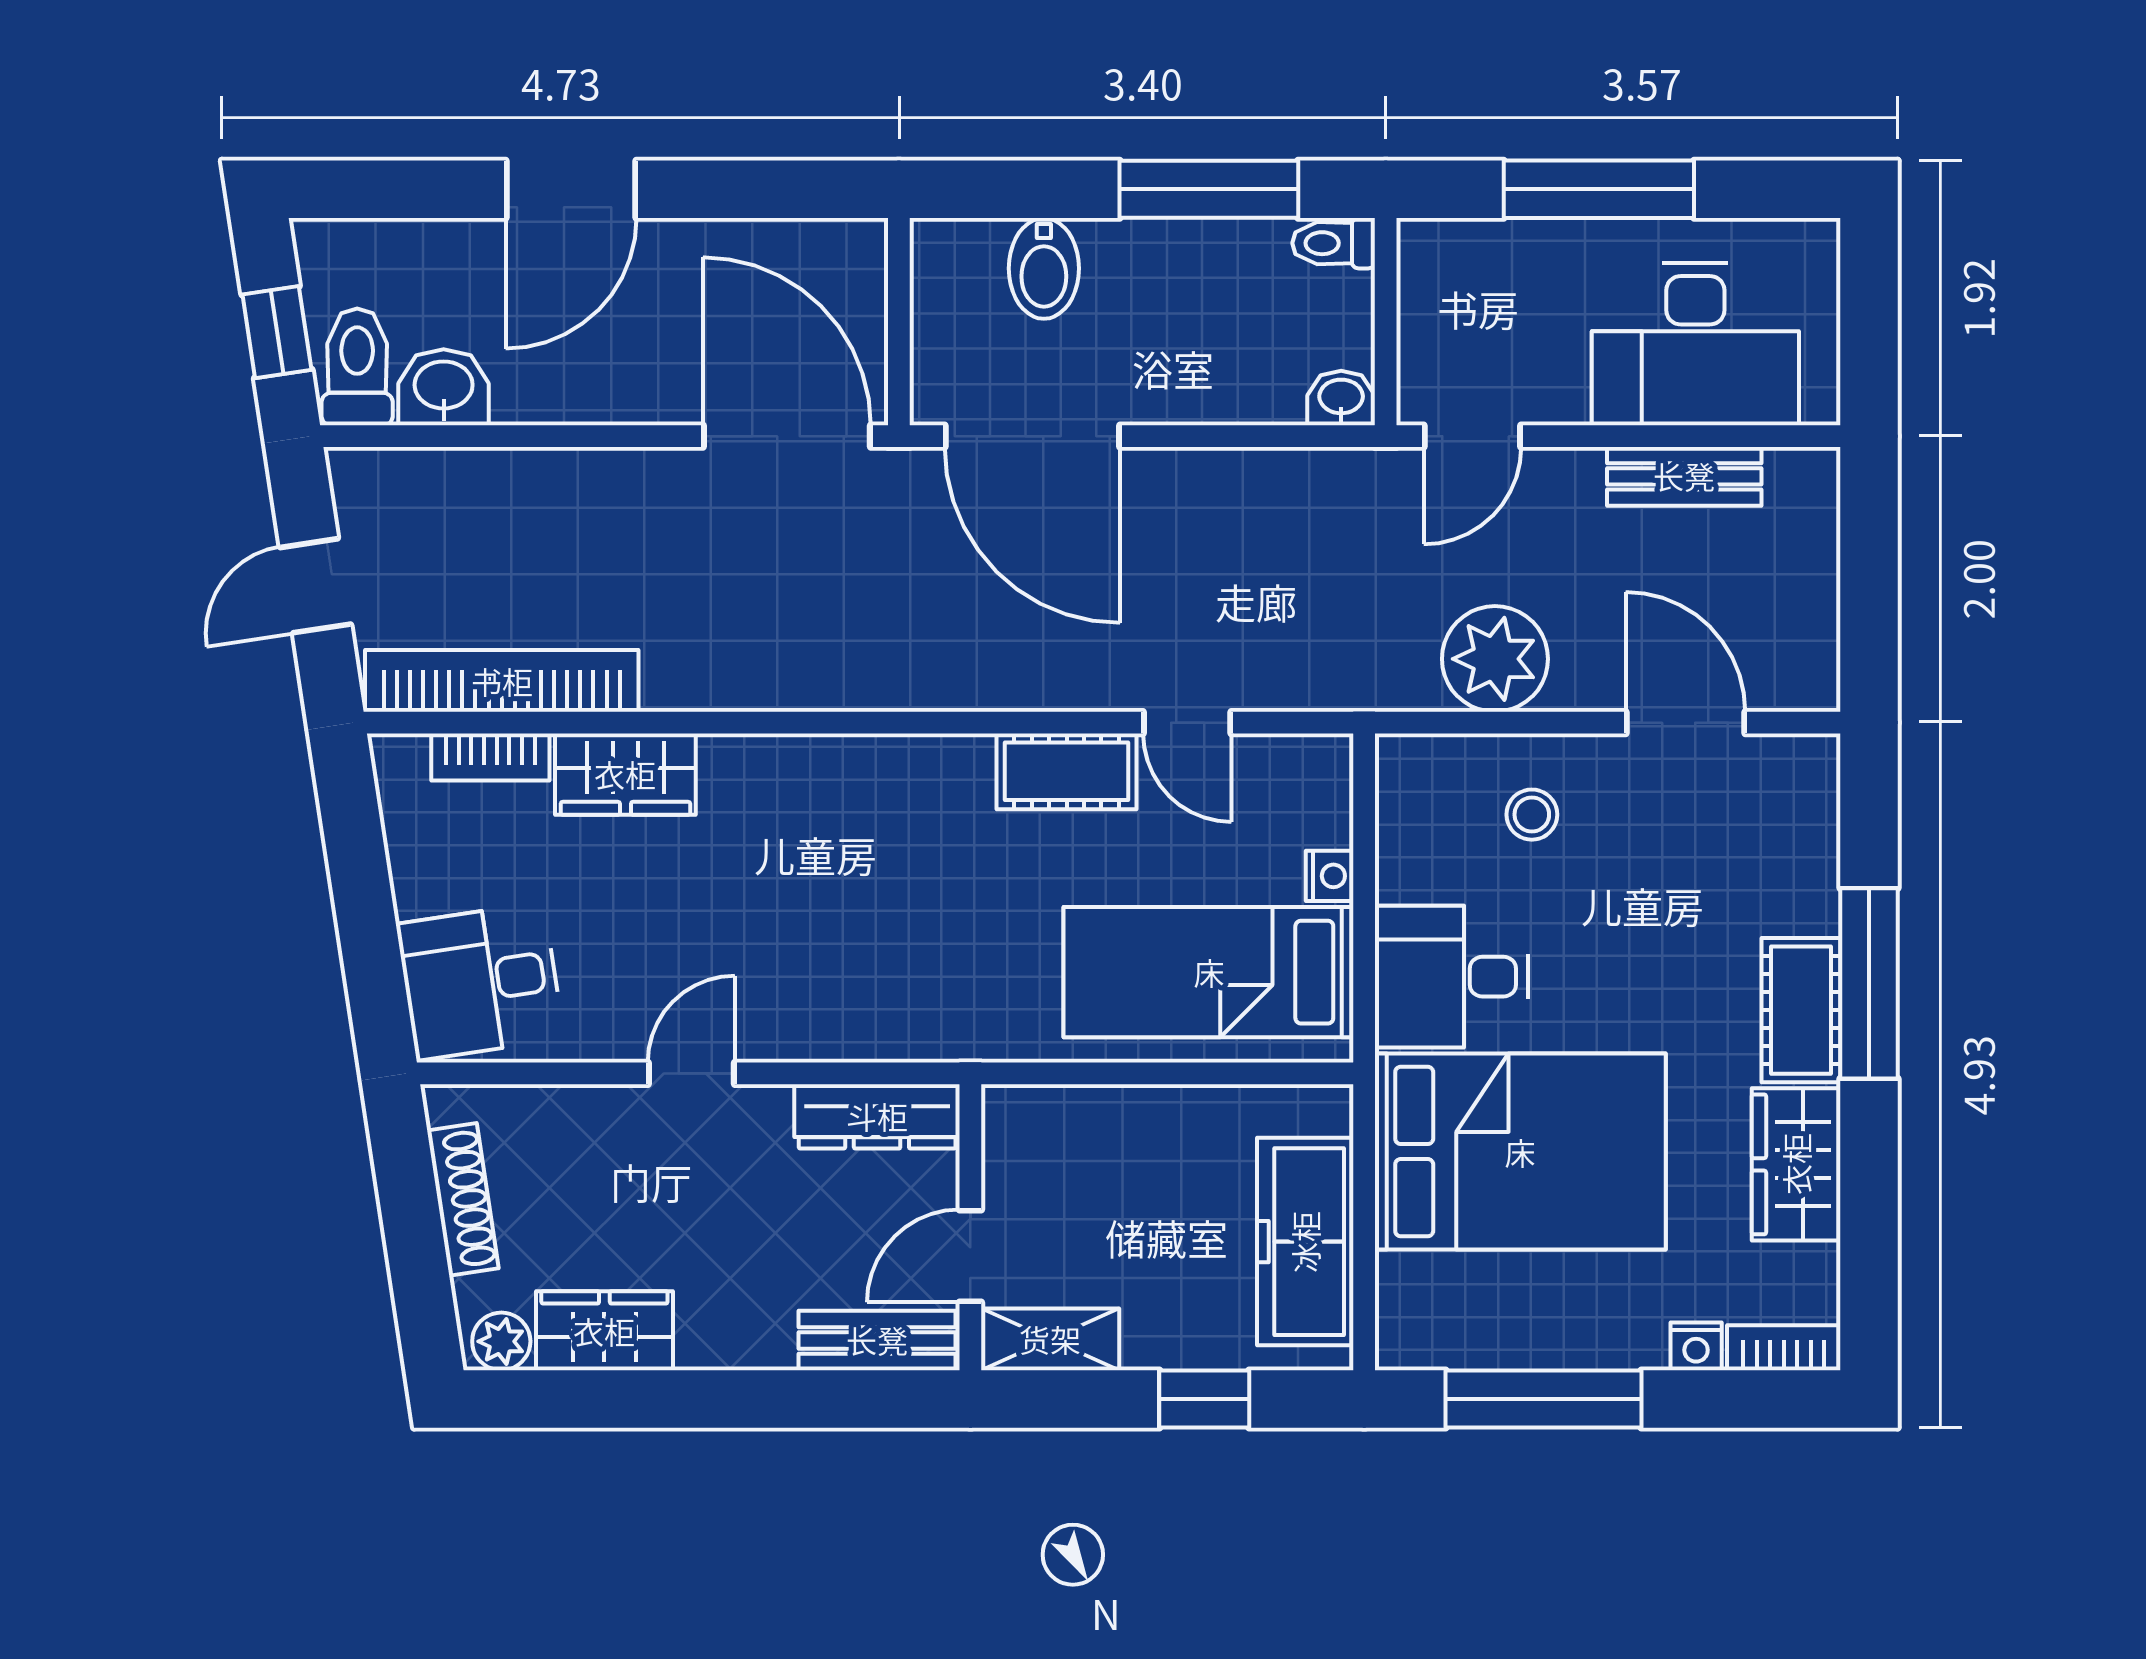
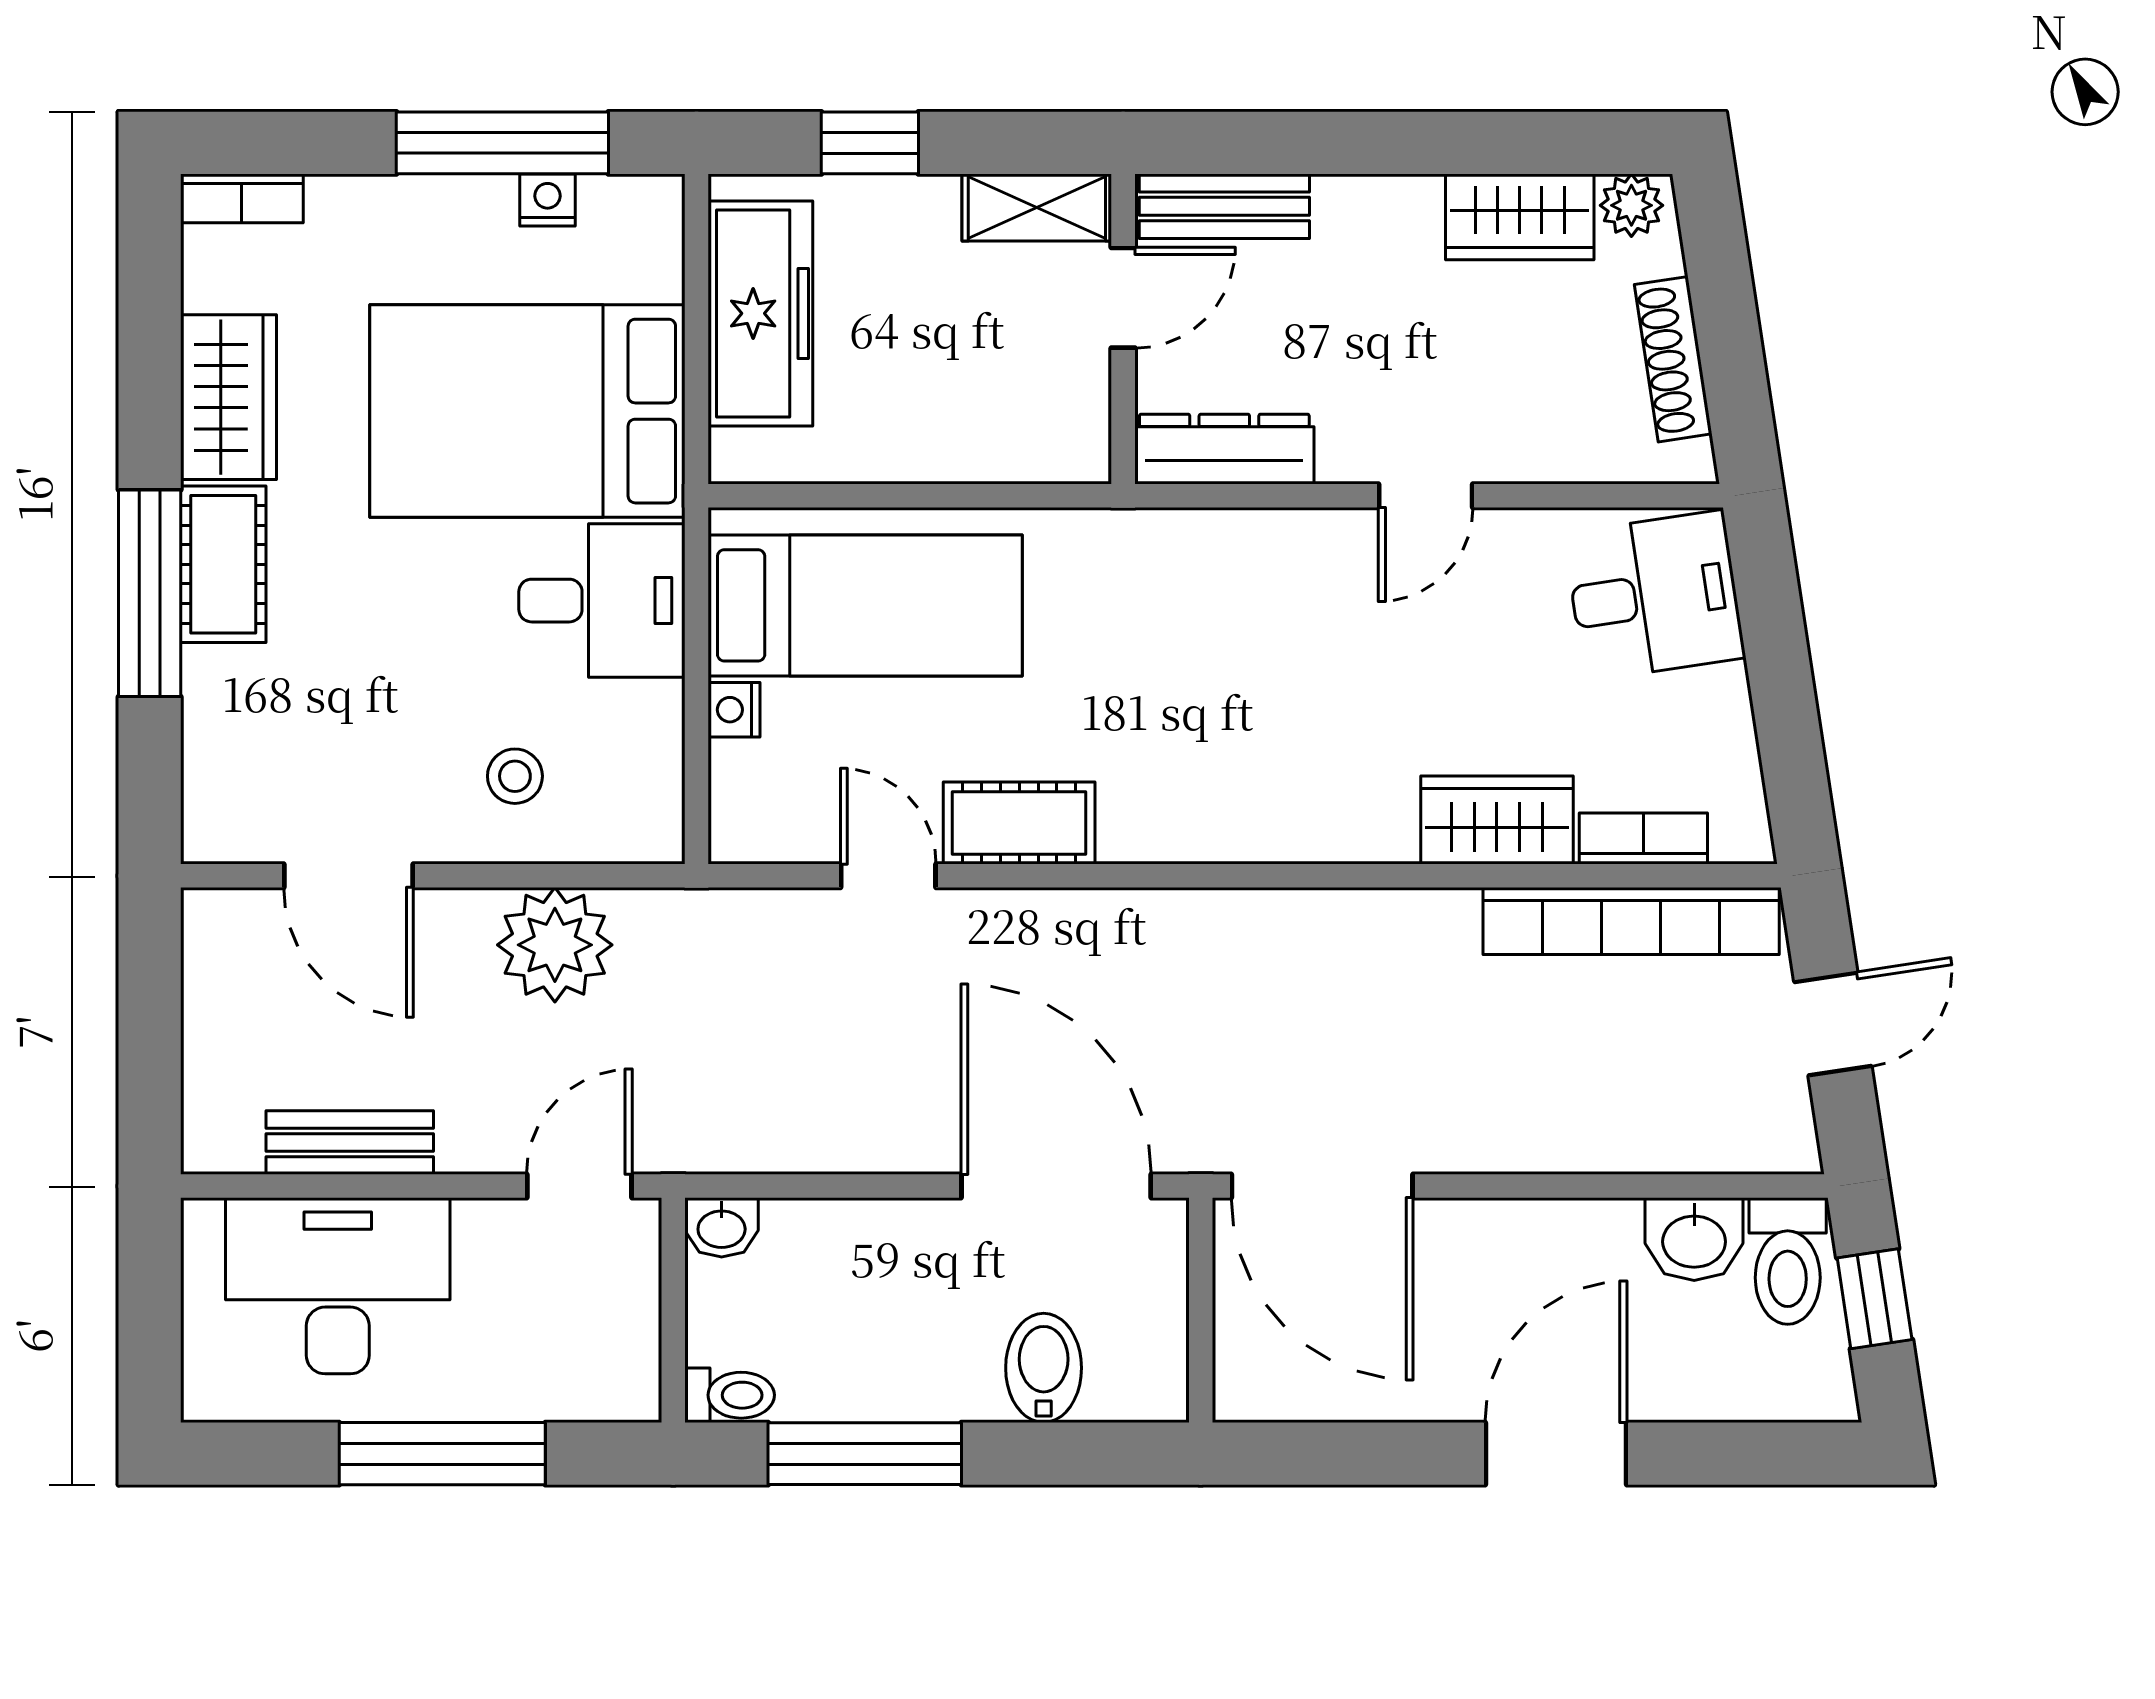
nightstand: (1696, 1346) -> (548, 200), moved

